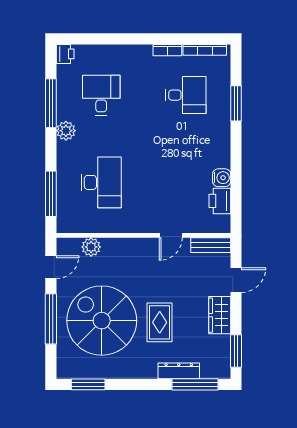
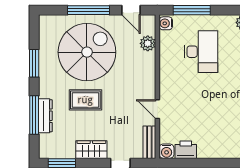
water cooler: (222, 178) -> (167, 151), moved
desk: (101, 182) -> (201, 52), turned -90
water cooler: (67, 225) -> (166, 23), added
window: (88, 384) -> (34, 63), moved
window: (195, 384) -> (34, 115), moved

